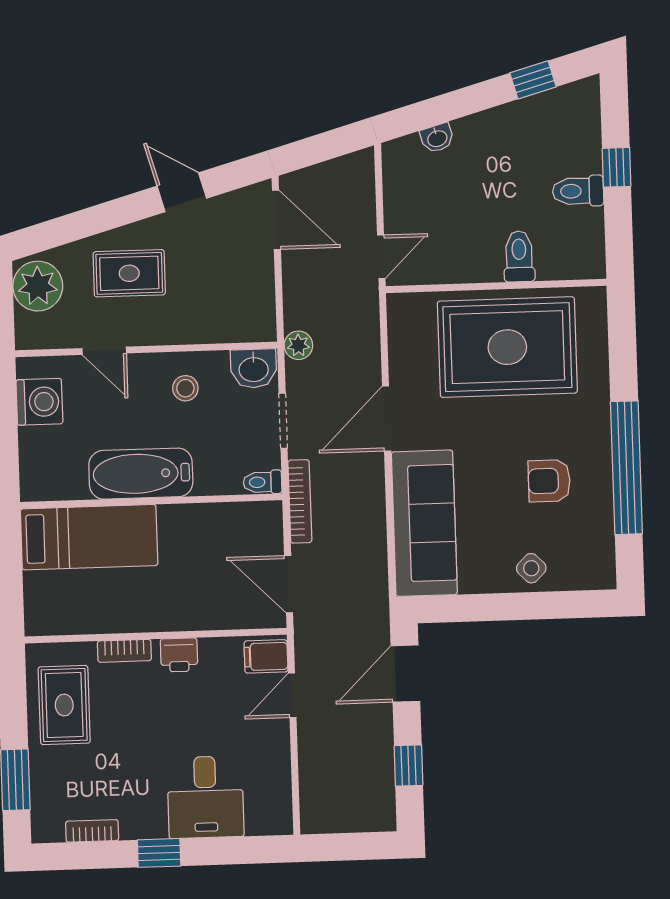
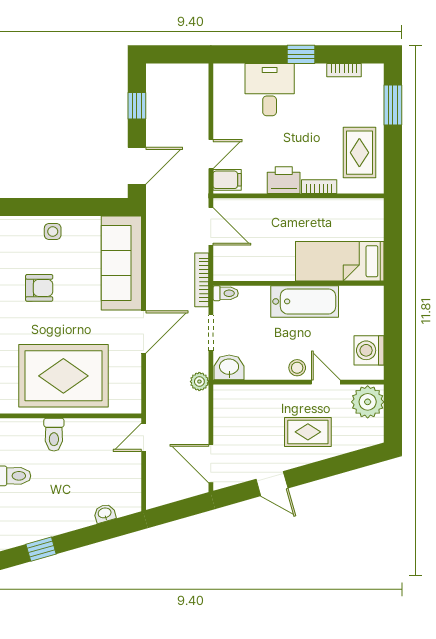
plant: (38, 286) -> (368, 402), moved
stool: (185, 388) -> (297, 368), moved
side table: (531, 568) -> (53, 231), turned 45
printer: (179, 655) -> (284, 180), width x1.36, depth x1.24

